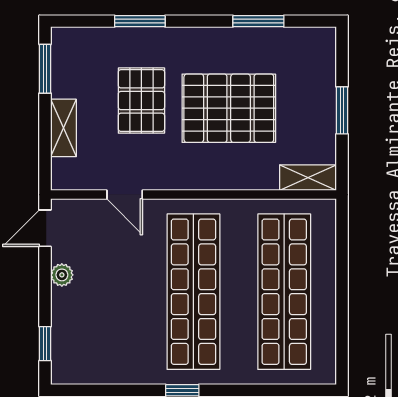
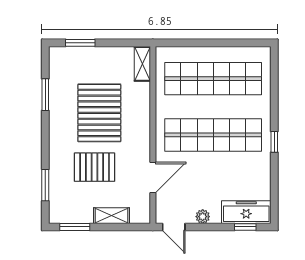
window: (140, 21) -> (45, 185), moved
window: (342, 110) -> (80, 43), moved
door: (125, 195) -> (153, 178), width x1.38
freezer: (69, 345) -> (246, 212), added

